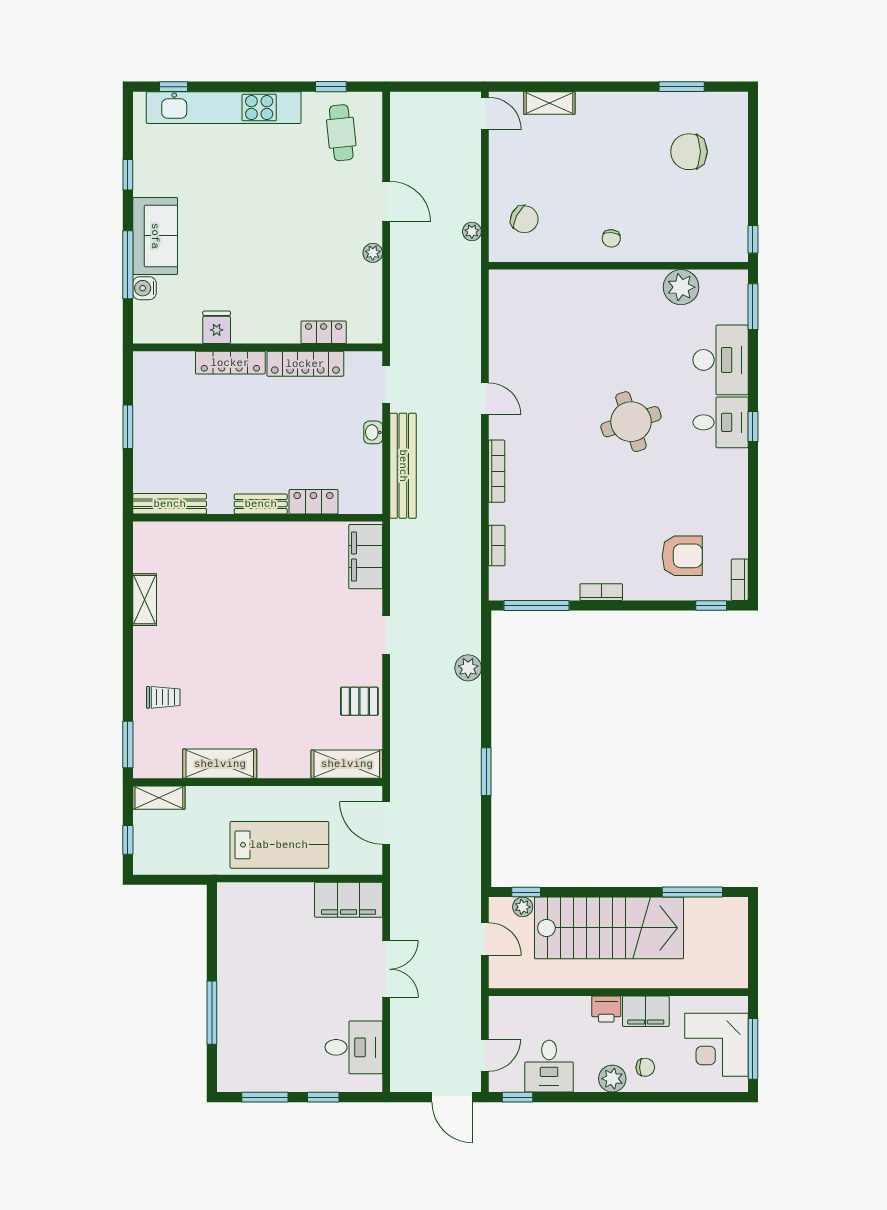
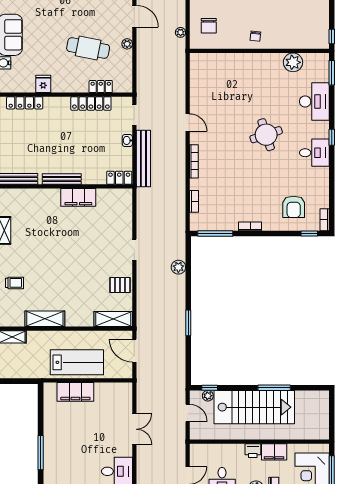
chair: (524, 219) -> (209, 26), turned 63
cafe table: (300, 261) -> (88, 48), added
locker: (230, 363) -> (25, 103), moved
desk: (721, 422) -> (314, 153), moved
locker: (313, 502) -> (119, 178), moved
bench: (261, 504) -> (62, 179), width x1.36
armchair: (682, 556) -> (294, 207), turned 90
filing cabinet: (366, 557) -> (78, 197), moved, turned -90
window: (692, 892) -> (274, 388), moved
filing cabinet: (349, 900) -> (75, 392), moved

